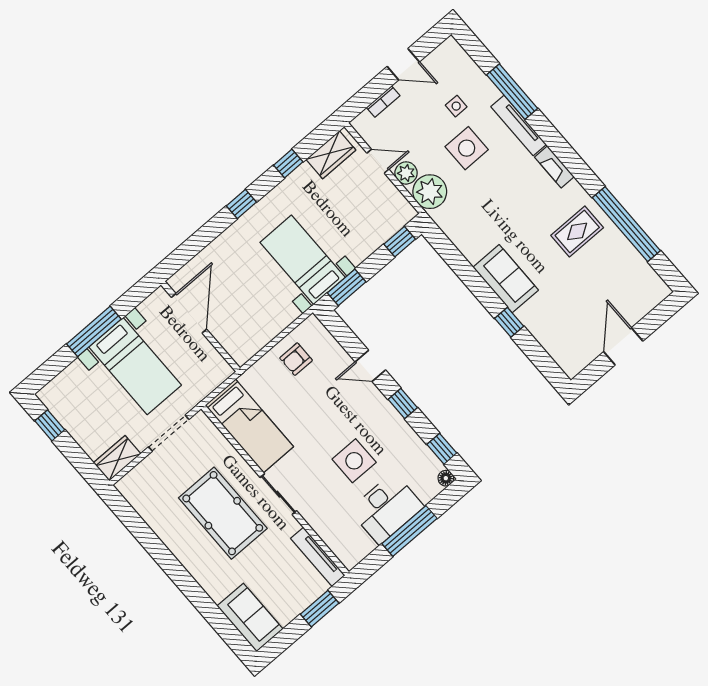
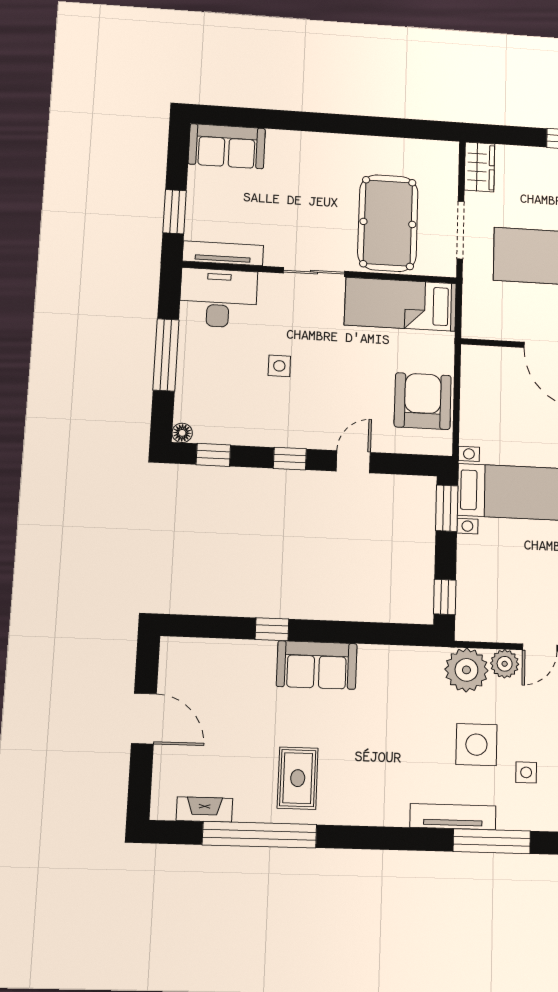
fireplace: (554, 167) -> (204, 809), moved
armchair: (296, 359) -> (423, 401), width x1.88, depth x1.88
side table: (354, 461) -> (279, 366), width x0.54, depth x0.54
desk: (387, 508) -> (218, 298), moved, turned 90
pool table: (223, 513) -> (388, 223), moved, turned 90

